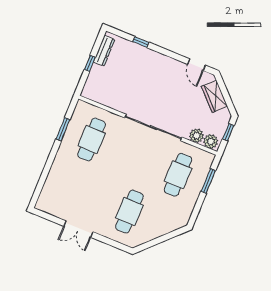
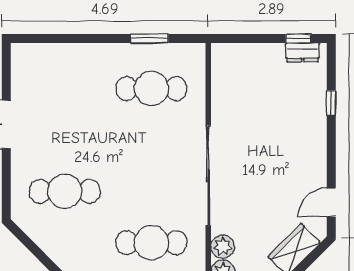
dresser: (104, 51) -> (303, 52), width x0.70
window: (90, 63) -> (298, 38), moved

